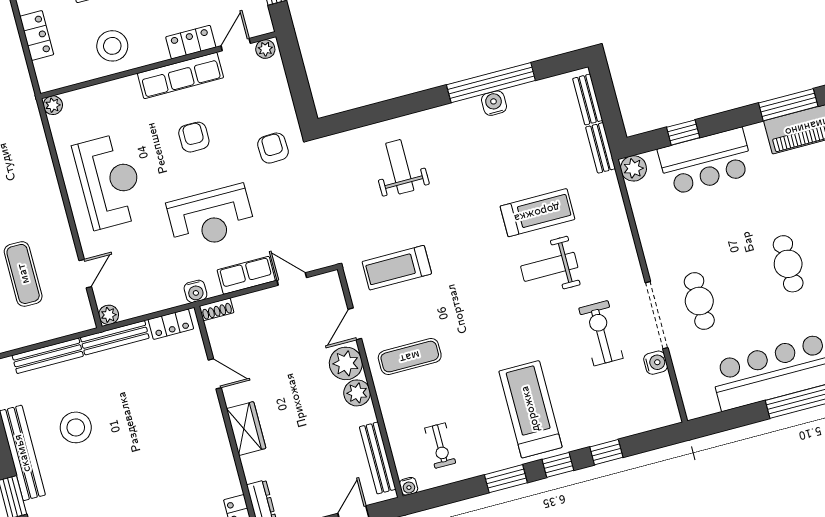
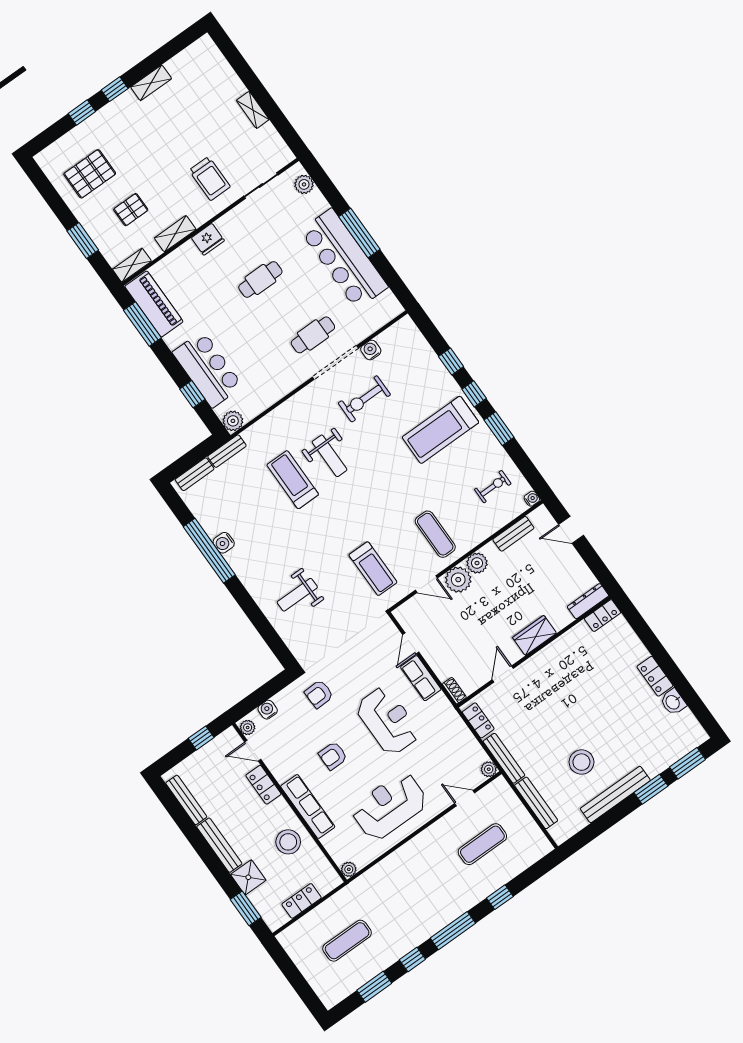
row of seats: (180, 75) -> (308, 806), moved
water cooler: (195, 291) -> (268, 710), moved, turned -90
bench: (378, 458) -> (513, 534), width x0.73

